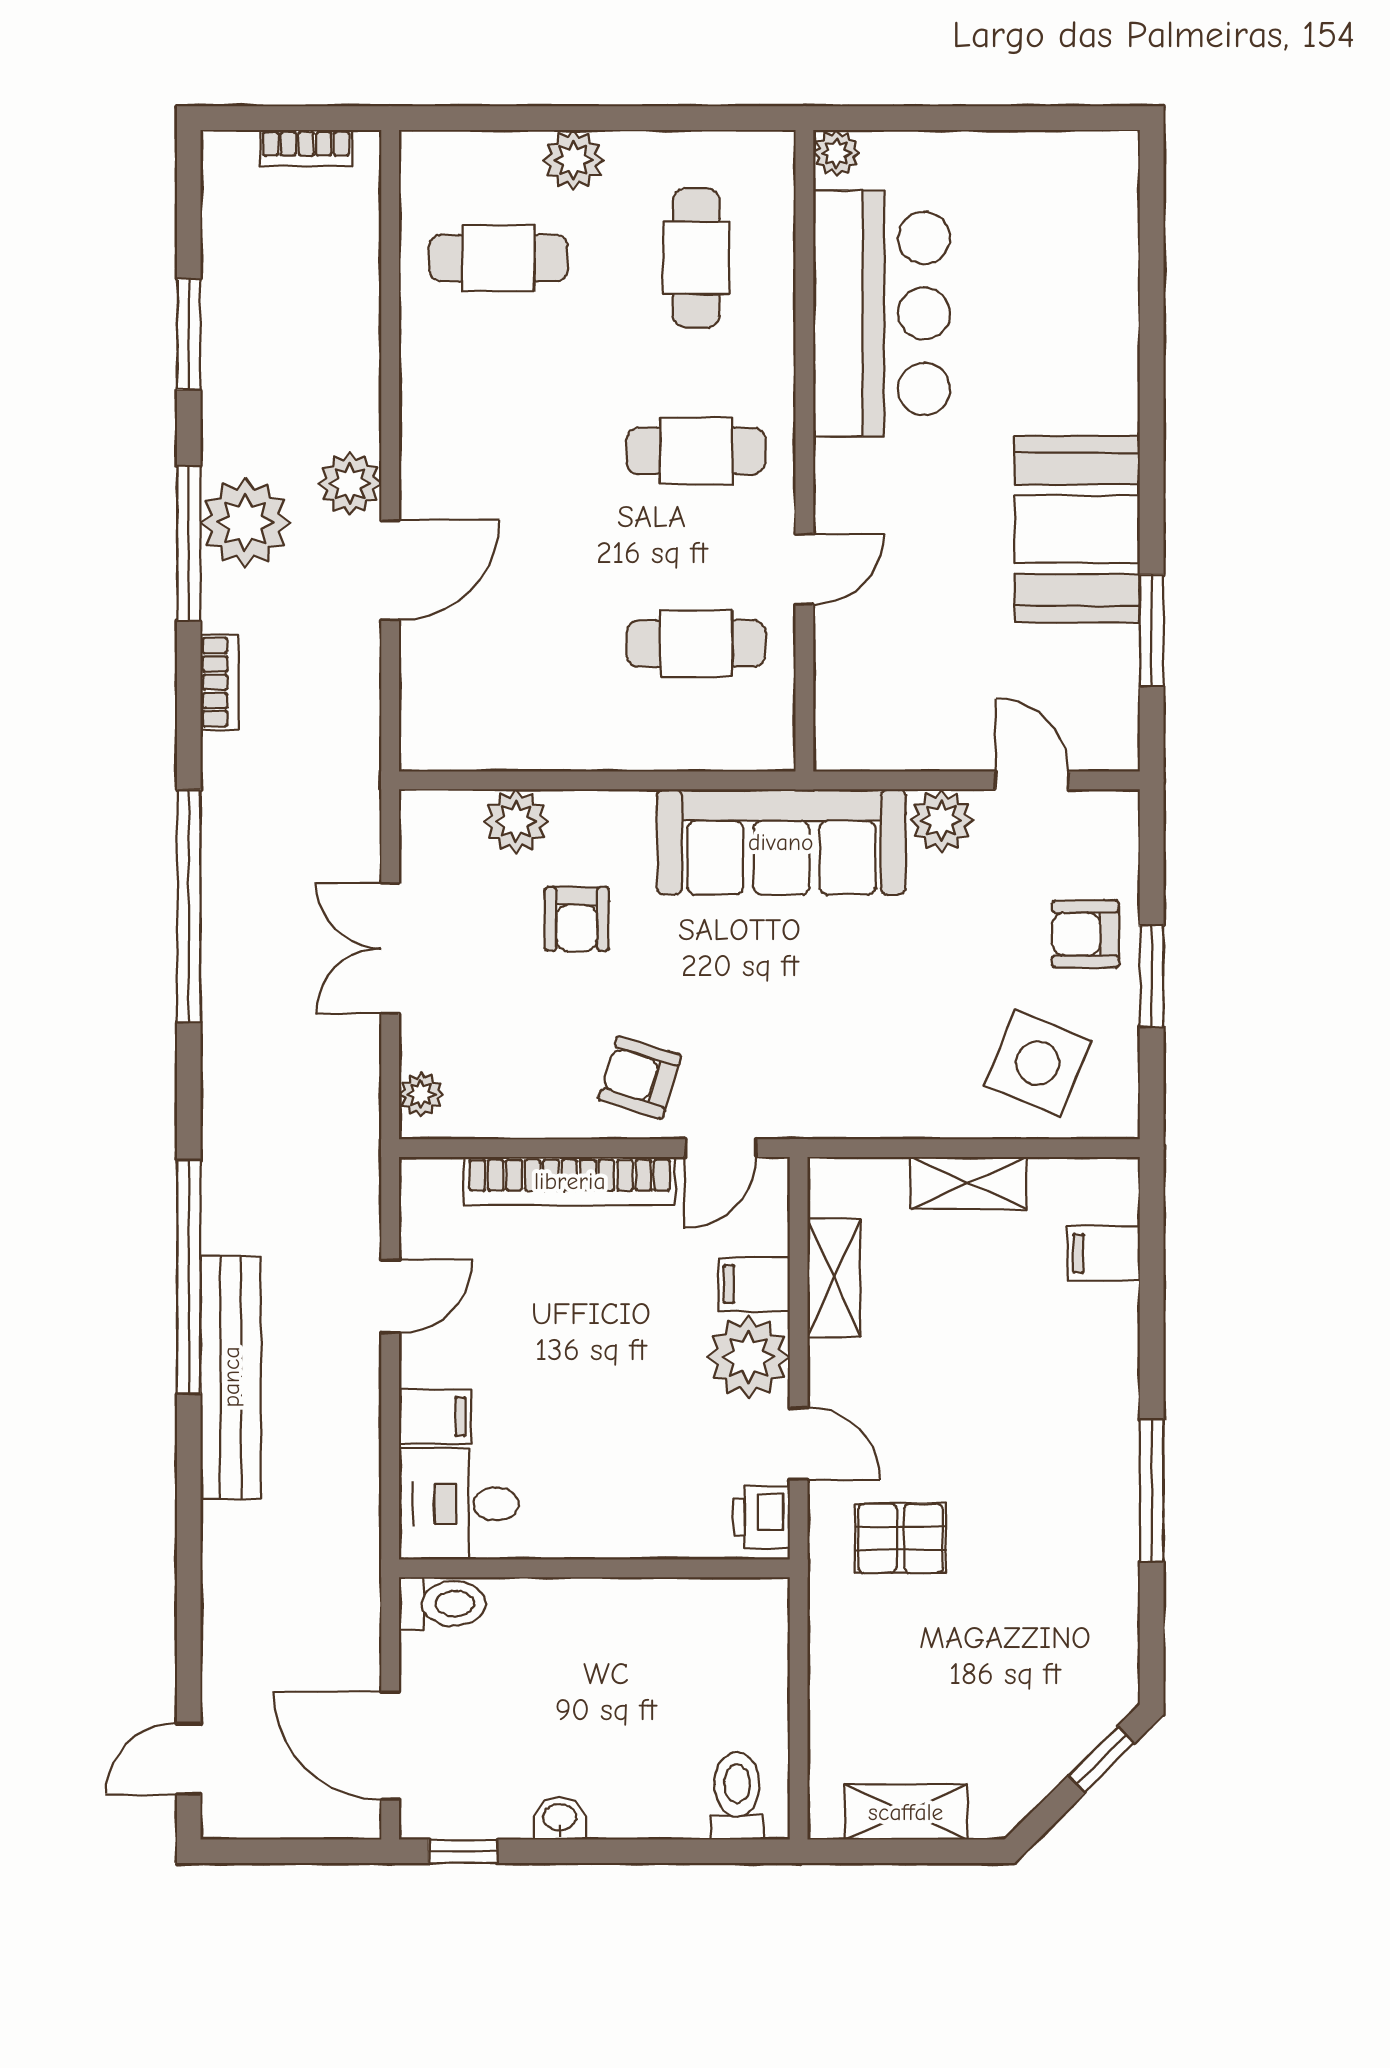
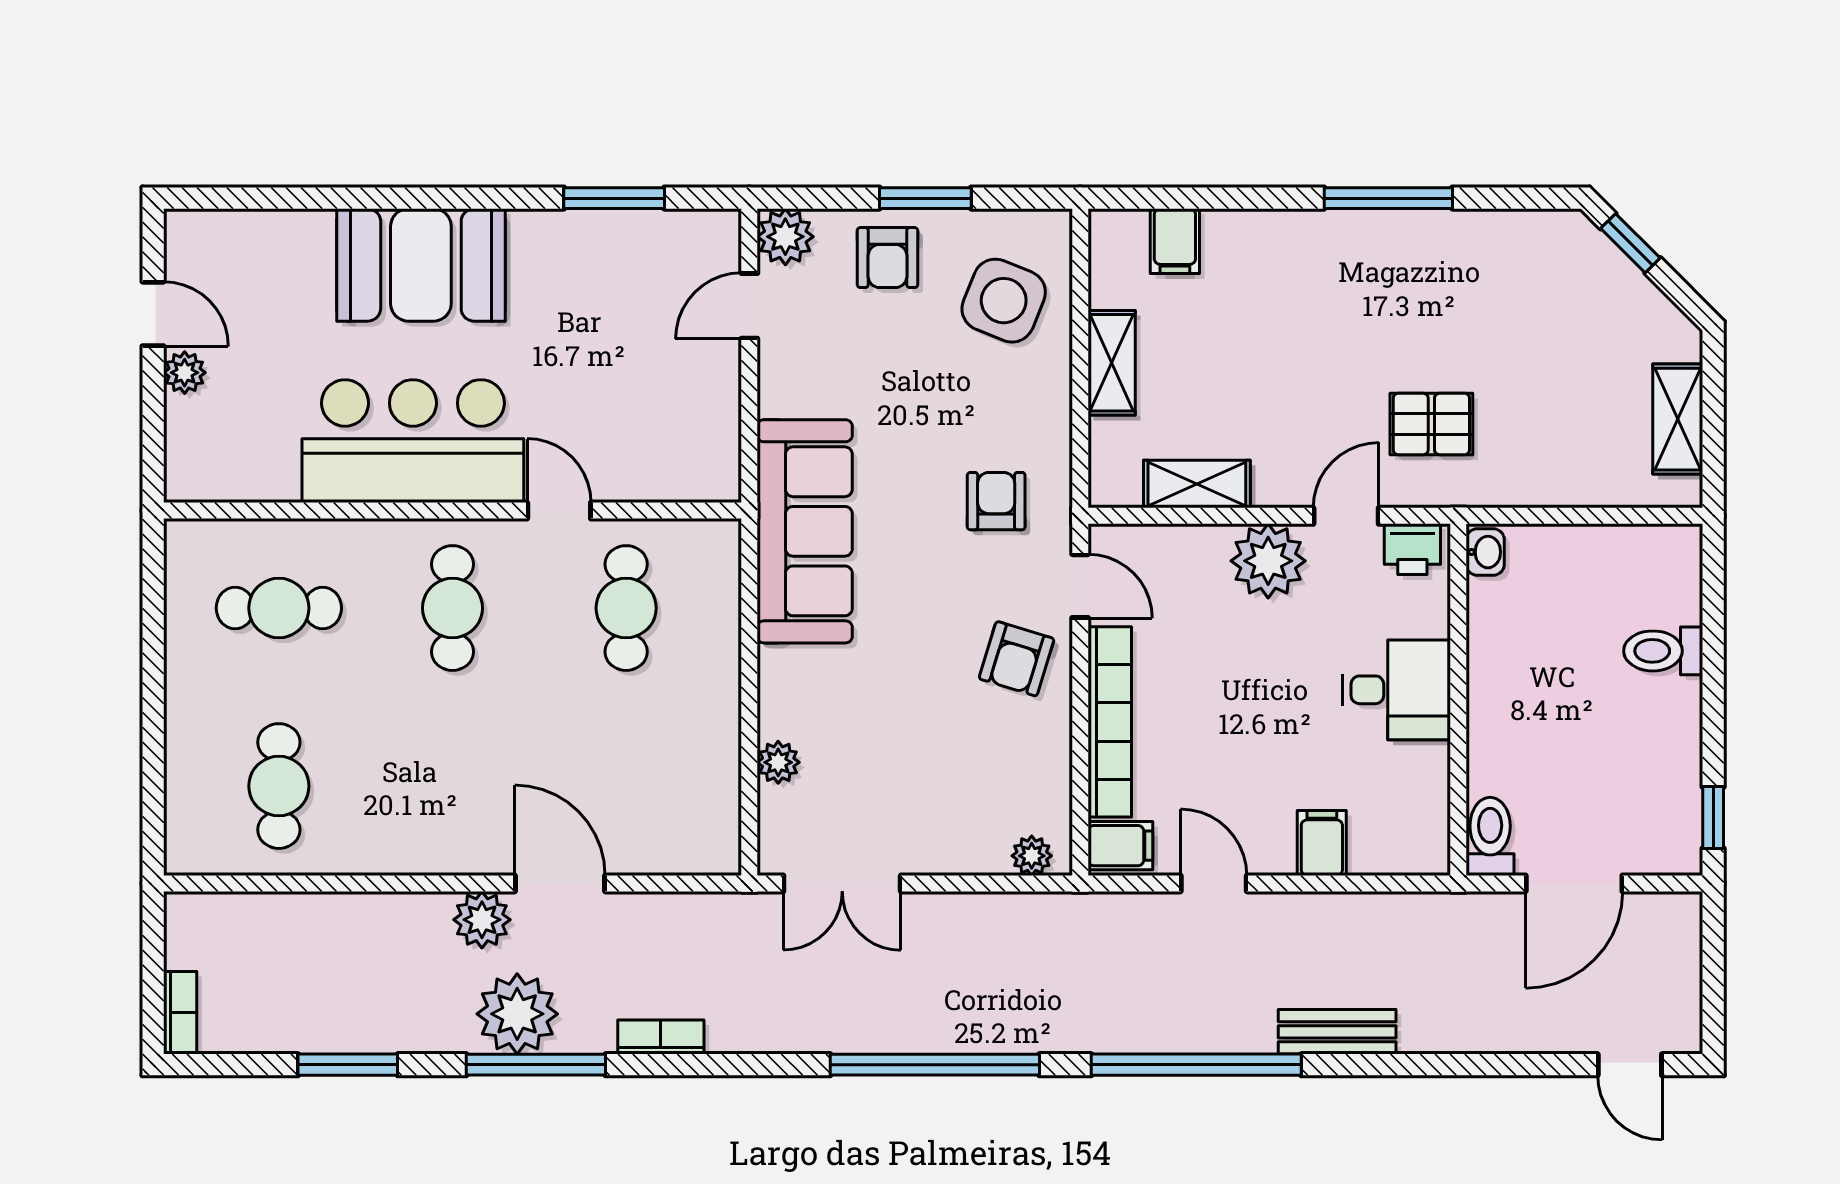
door: (1023, 118) -> (153, 314), added
bookcase: (306, 148) -> (180, 1013), moved
plant: (836, 153) -> (185, 373), moved
plant: (573, 160) -> (191, 718), removed
bar counter: (882, 314) -> (413, 441), moved
booth: (1077, 529) -> (421, 265), moved
plant: (516, 821) -> (778, 762), width x0.73, depth x0.73
plant: (941, 821) -> (785, 237), moved
window: (189, 906) -> (935, 1065), moved
armchair: (577, 919) -> (996, 501), moved, turned -90
double door: (390, 948) -> (842, 883), moved
filing cabinet: (754, 1284) -> (1120, 846), moved, turned -90
bench: (231, 1377) -> (1337, 1032), width x0.54, depth x0.82
desk: (459, 1504) -> (1397, 690), moved, turned -90
pallet: (901, 1538) -> (1431, 424), turned 90
door: (390, 1746) -> (1574, 883), moved
toilet: (737, 1796) -> (1663, 651), moved
washbasin: (560, 1819) -> (1485, 552), moved, turned 180

